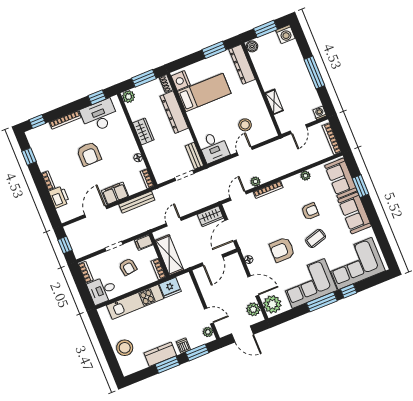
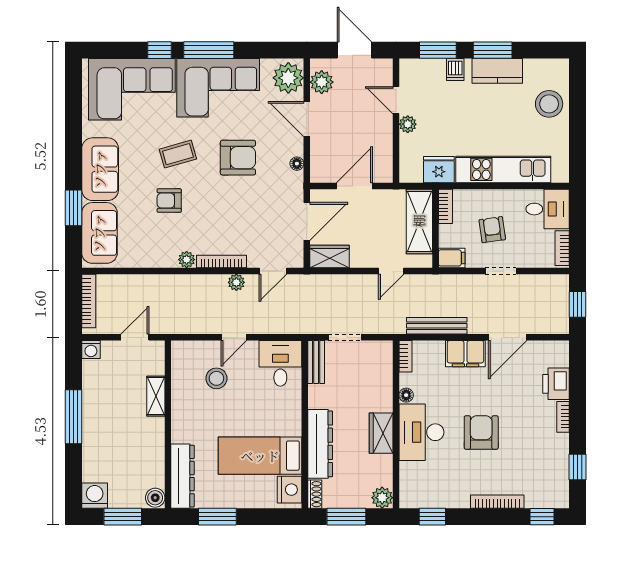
desk: (99, 116) -> (421, 432), moved, turned 90
plant: (305, 176) -> (187, 260), moved
plant: (208, 332) -> (408, 124), moved

